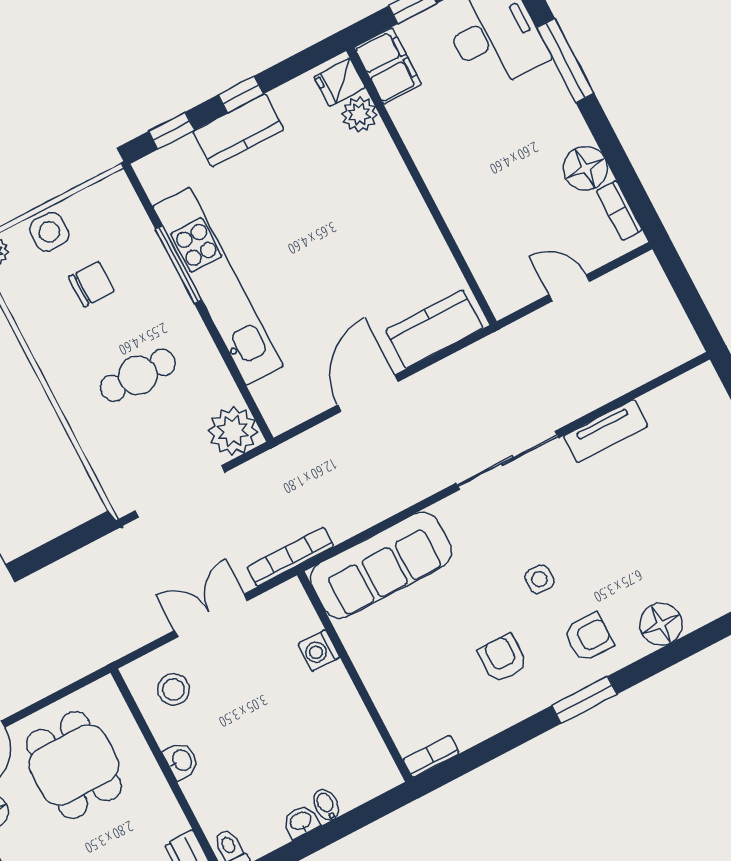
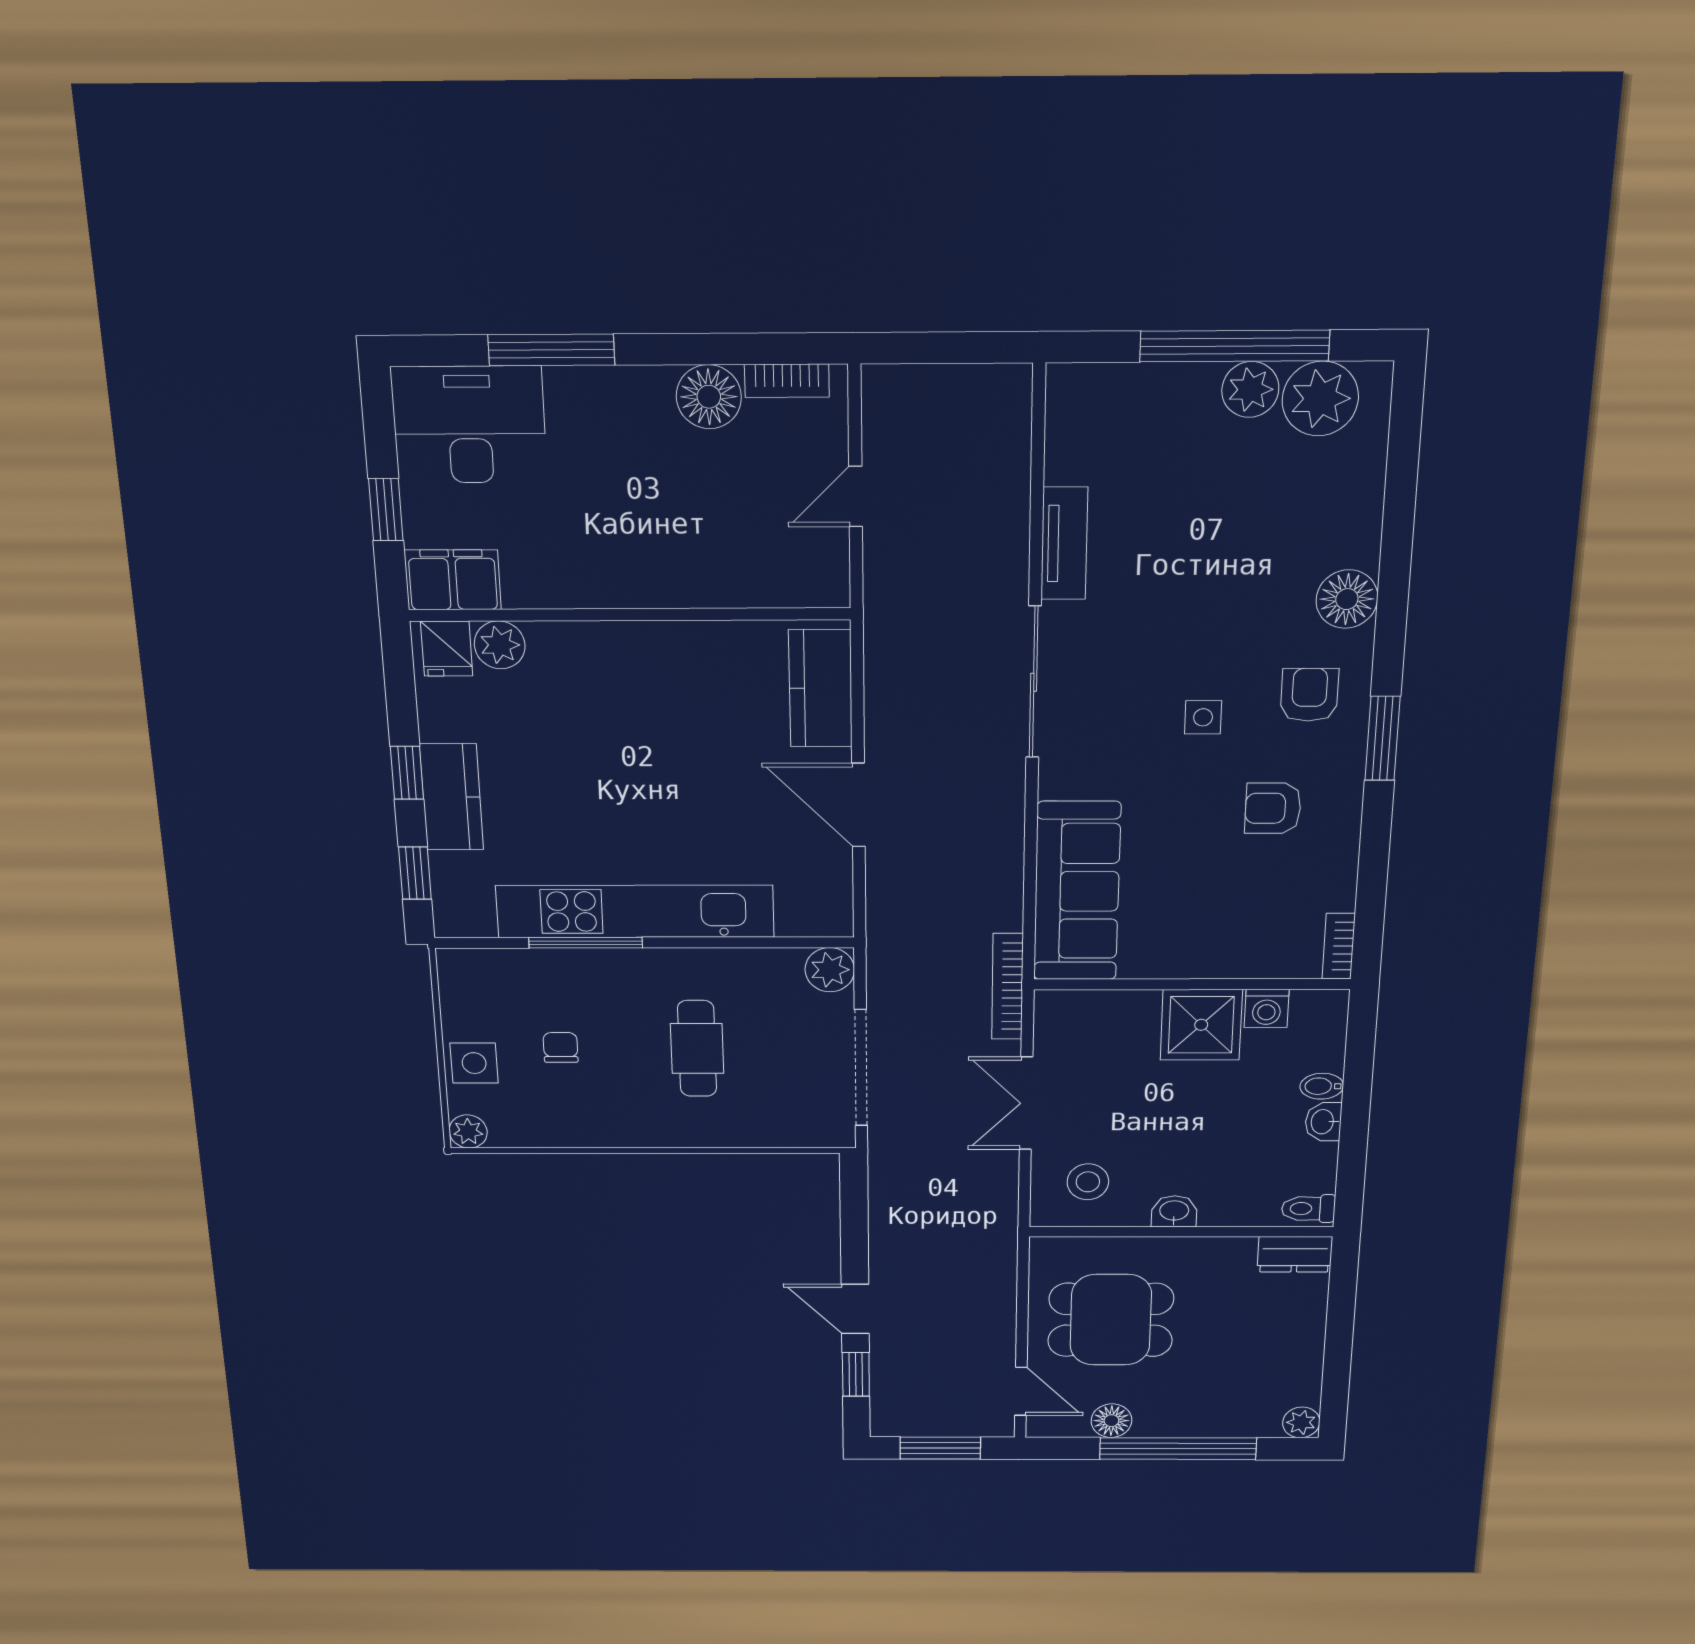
chair: (91, 284) -> (561, 1047), width x0.73, depth x0.73
plant: (233, 431) -> (830, 970), width x0.73, depth x0.73
washing machine: (319, 651) -> (1267, 1008), moved
shower: (329, 699) -> (1201, 1025), added

